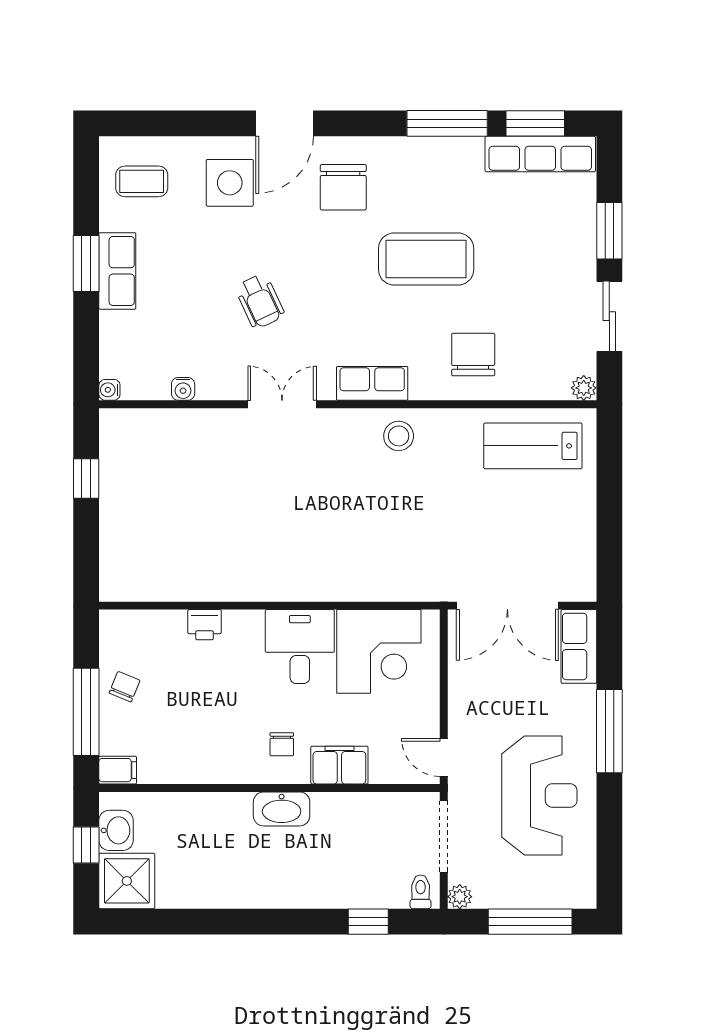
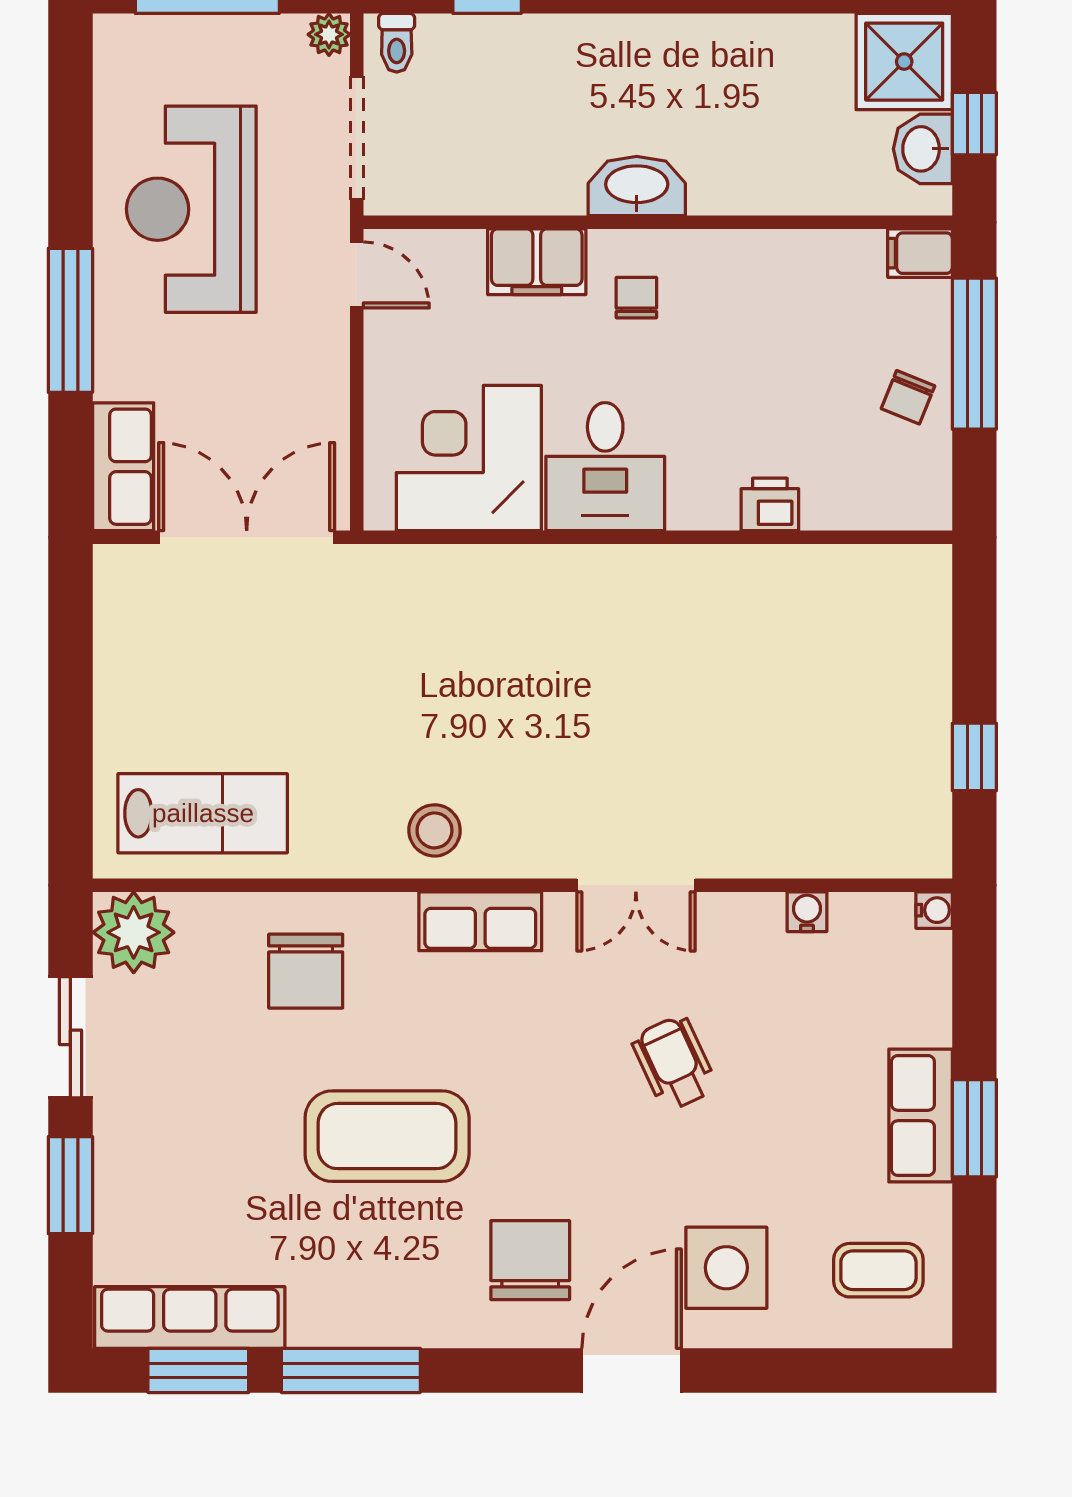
plant: (584, 388) -> (134, 932), width x1.88, depth x1.88

